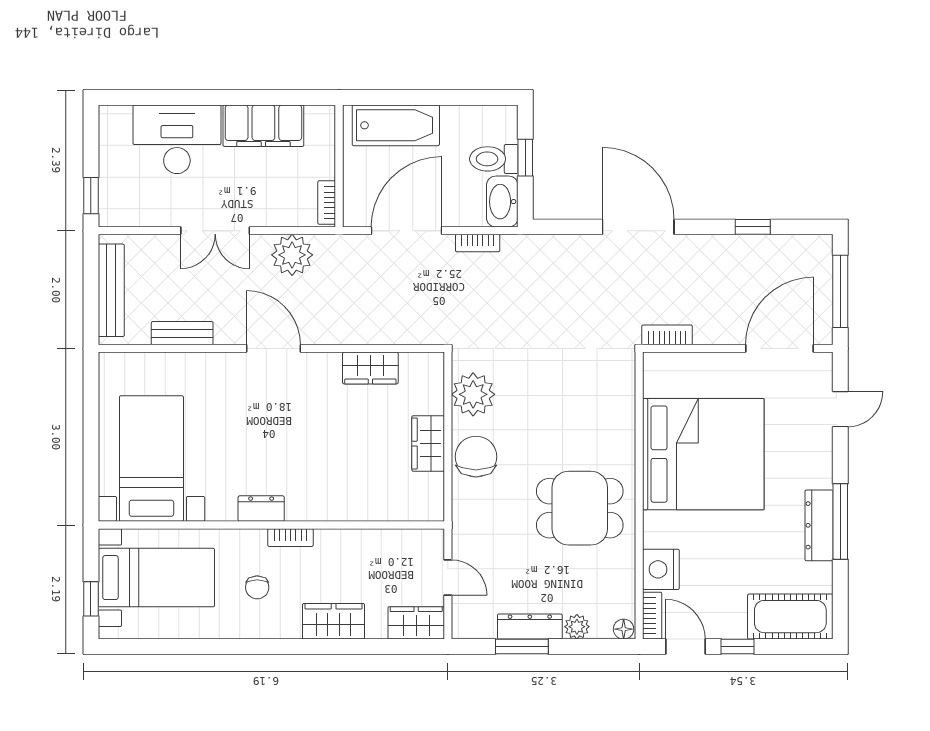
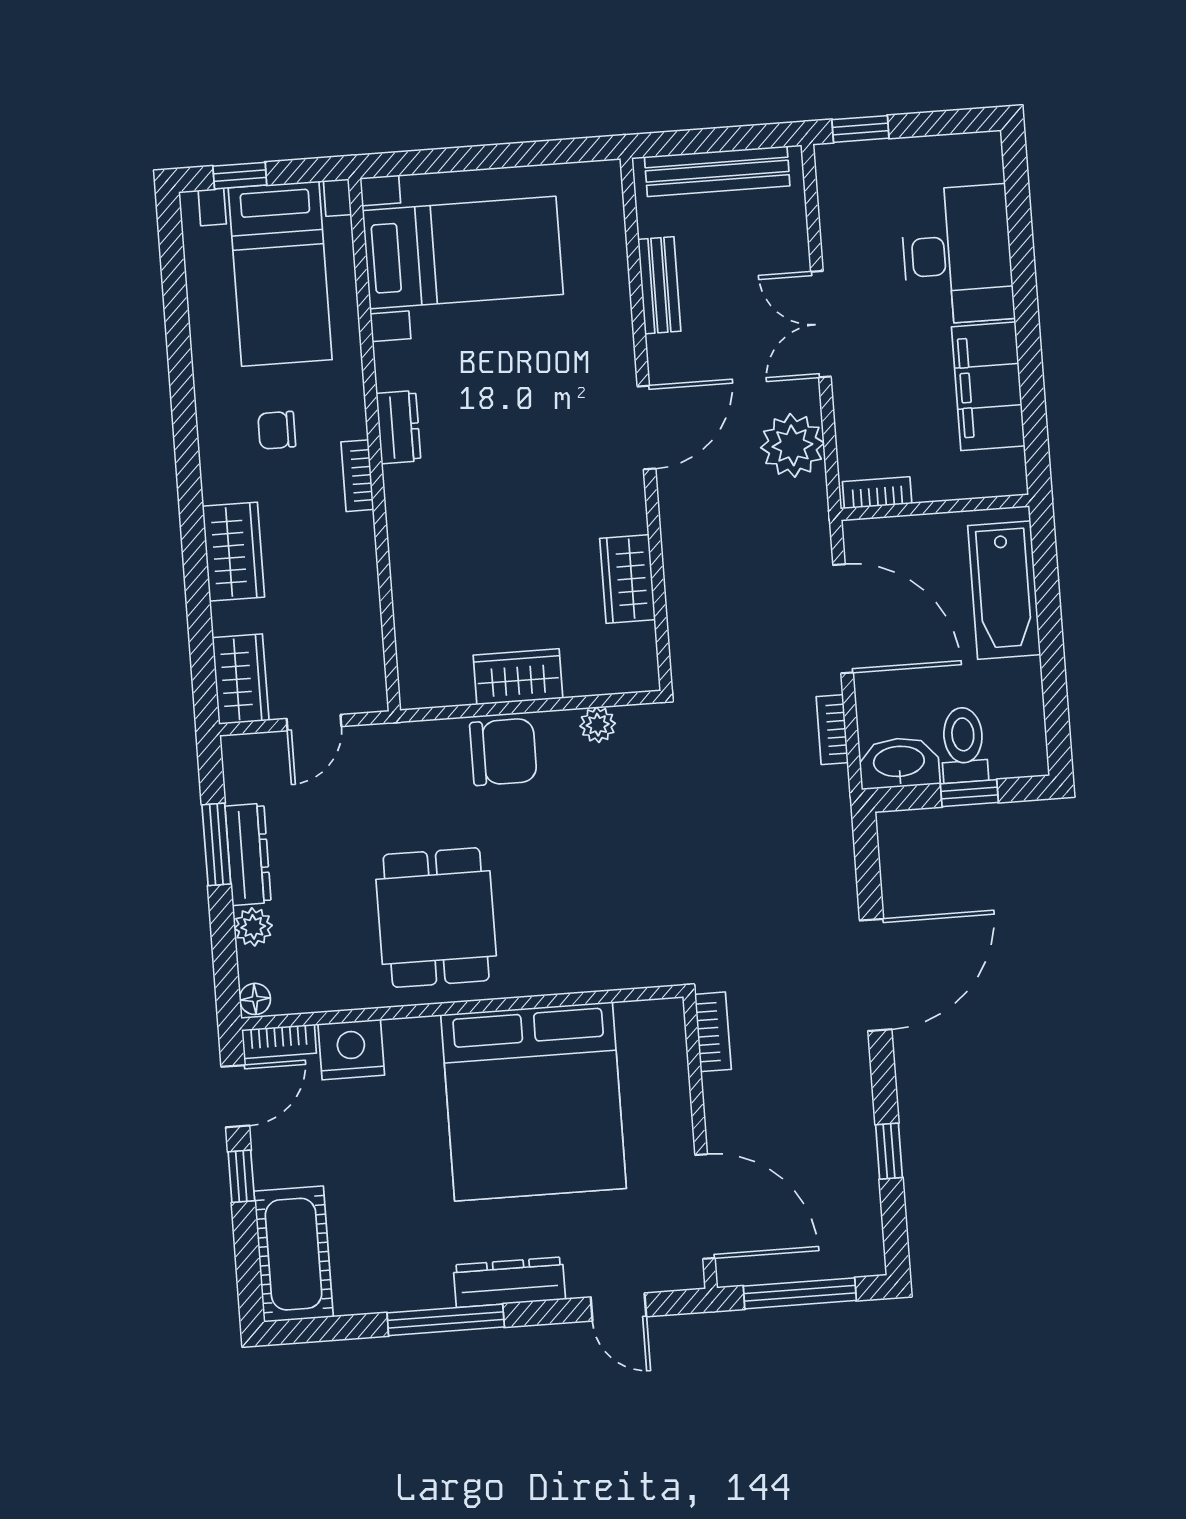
plant: (473, 394) -> (598, 725), width x0.53, depth x0.53
dresser: (819, 525) -> (509, 1282), moved

